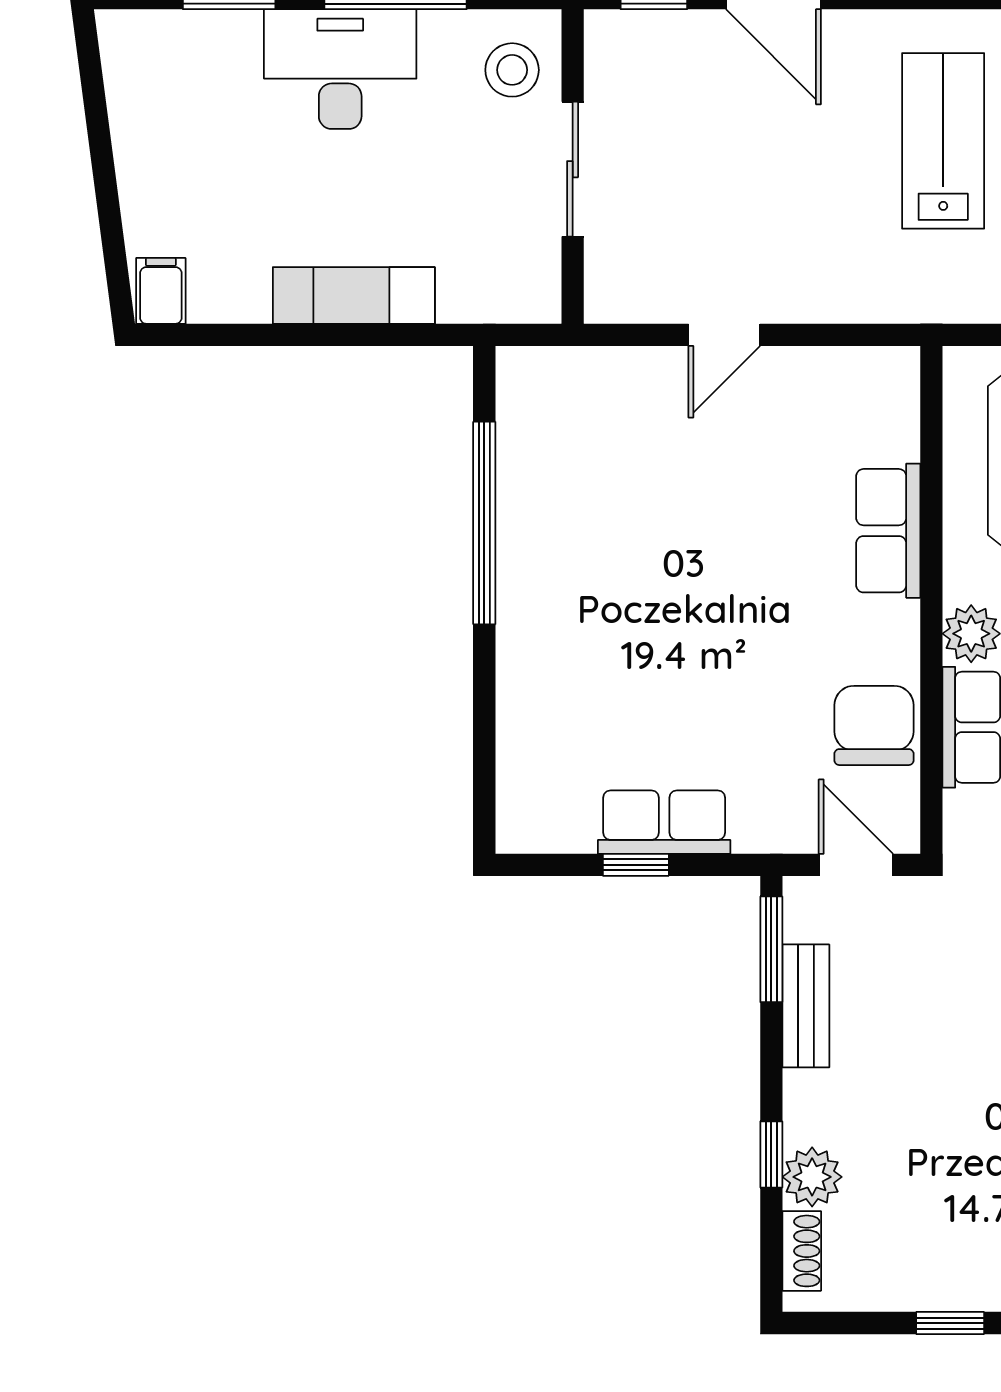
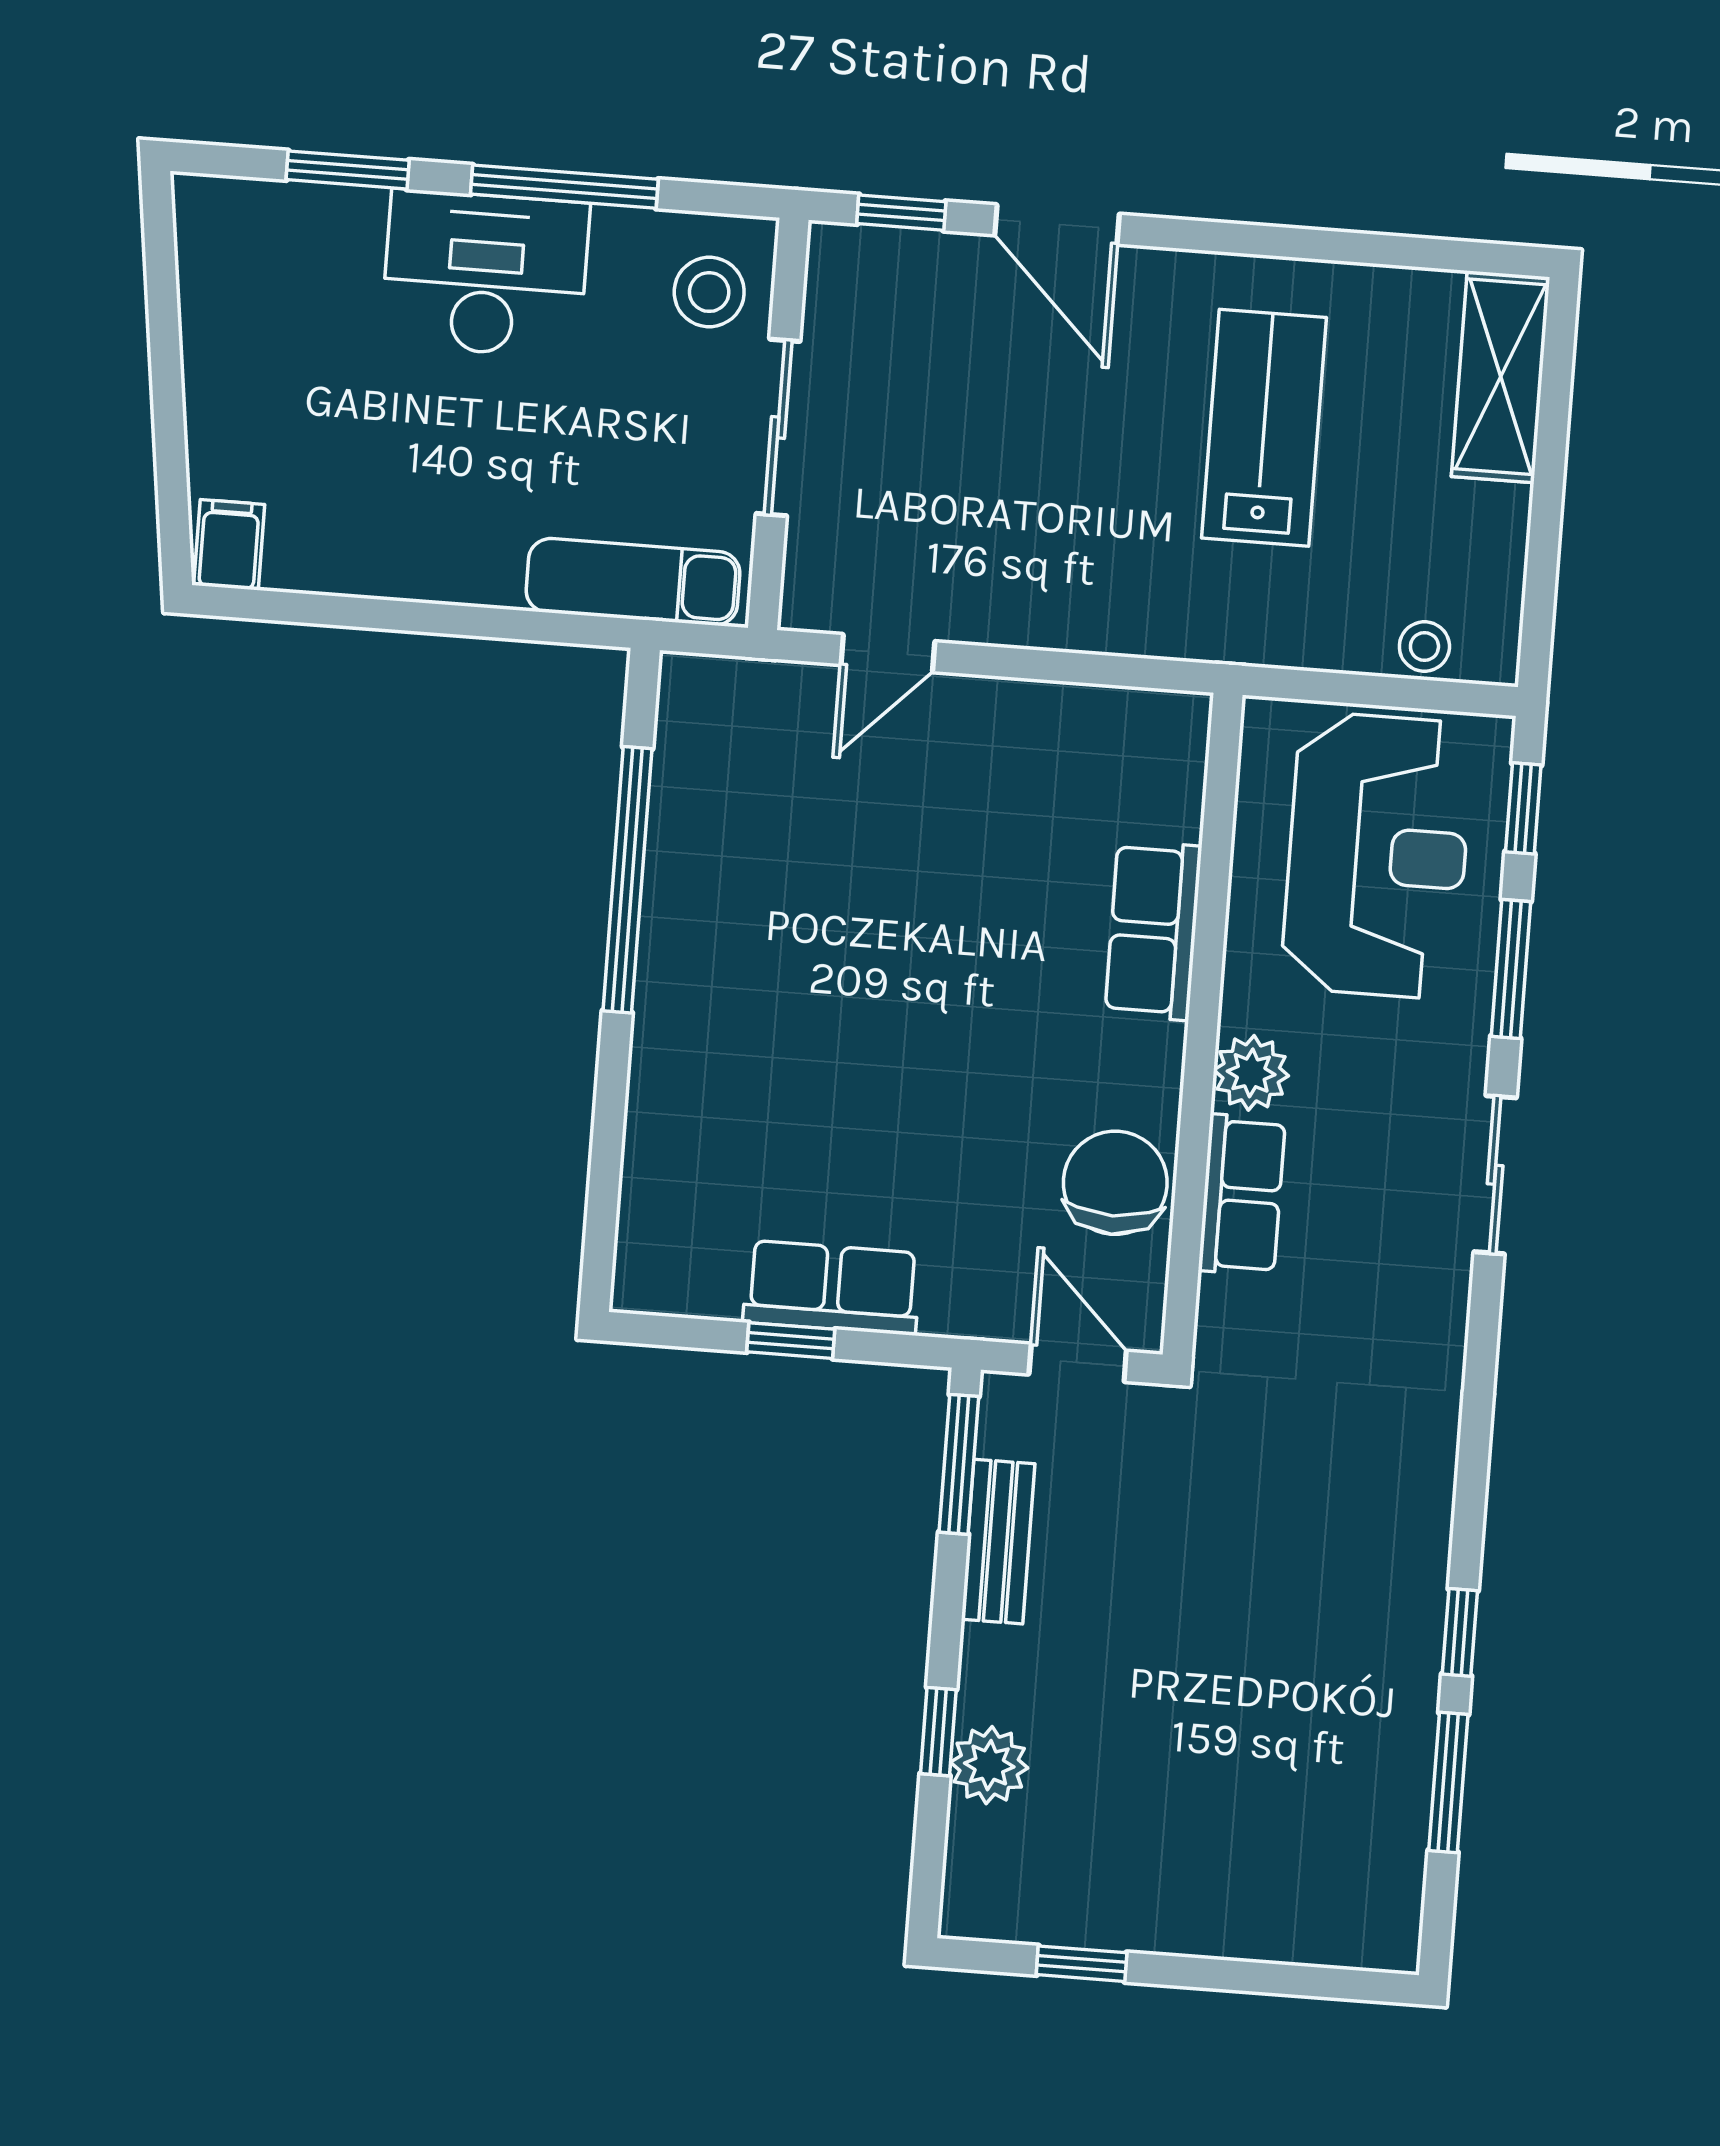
exam couch: (354, 295) -> (633, 582), moved
door: (724, 335) -> (888, 653), moved
shoe rack: (802, 1251) -> (968, 1861), removed
window: (950, 1323) -> (1082, 1964), moved

